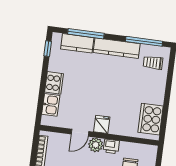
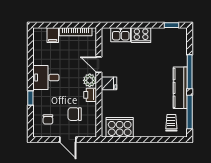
window: (86, 34) -> (190, 72), moved
kitchen counter: (77, 43) -> (180, 51), removed

